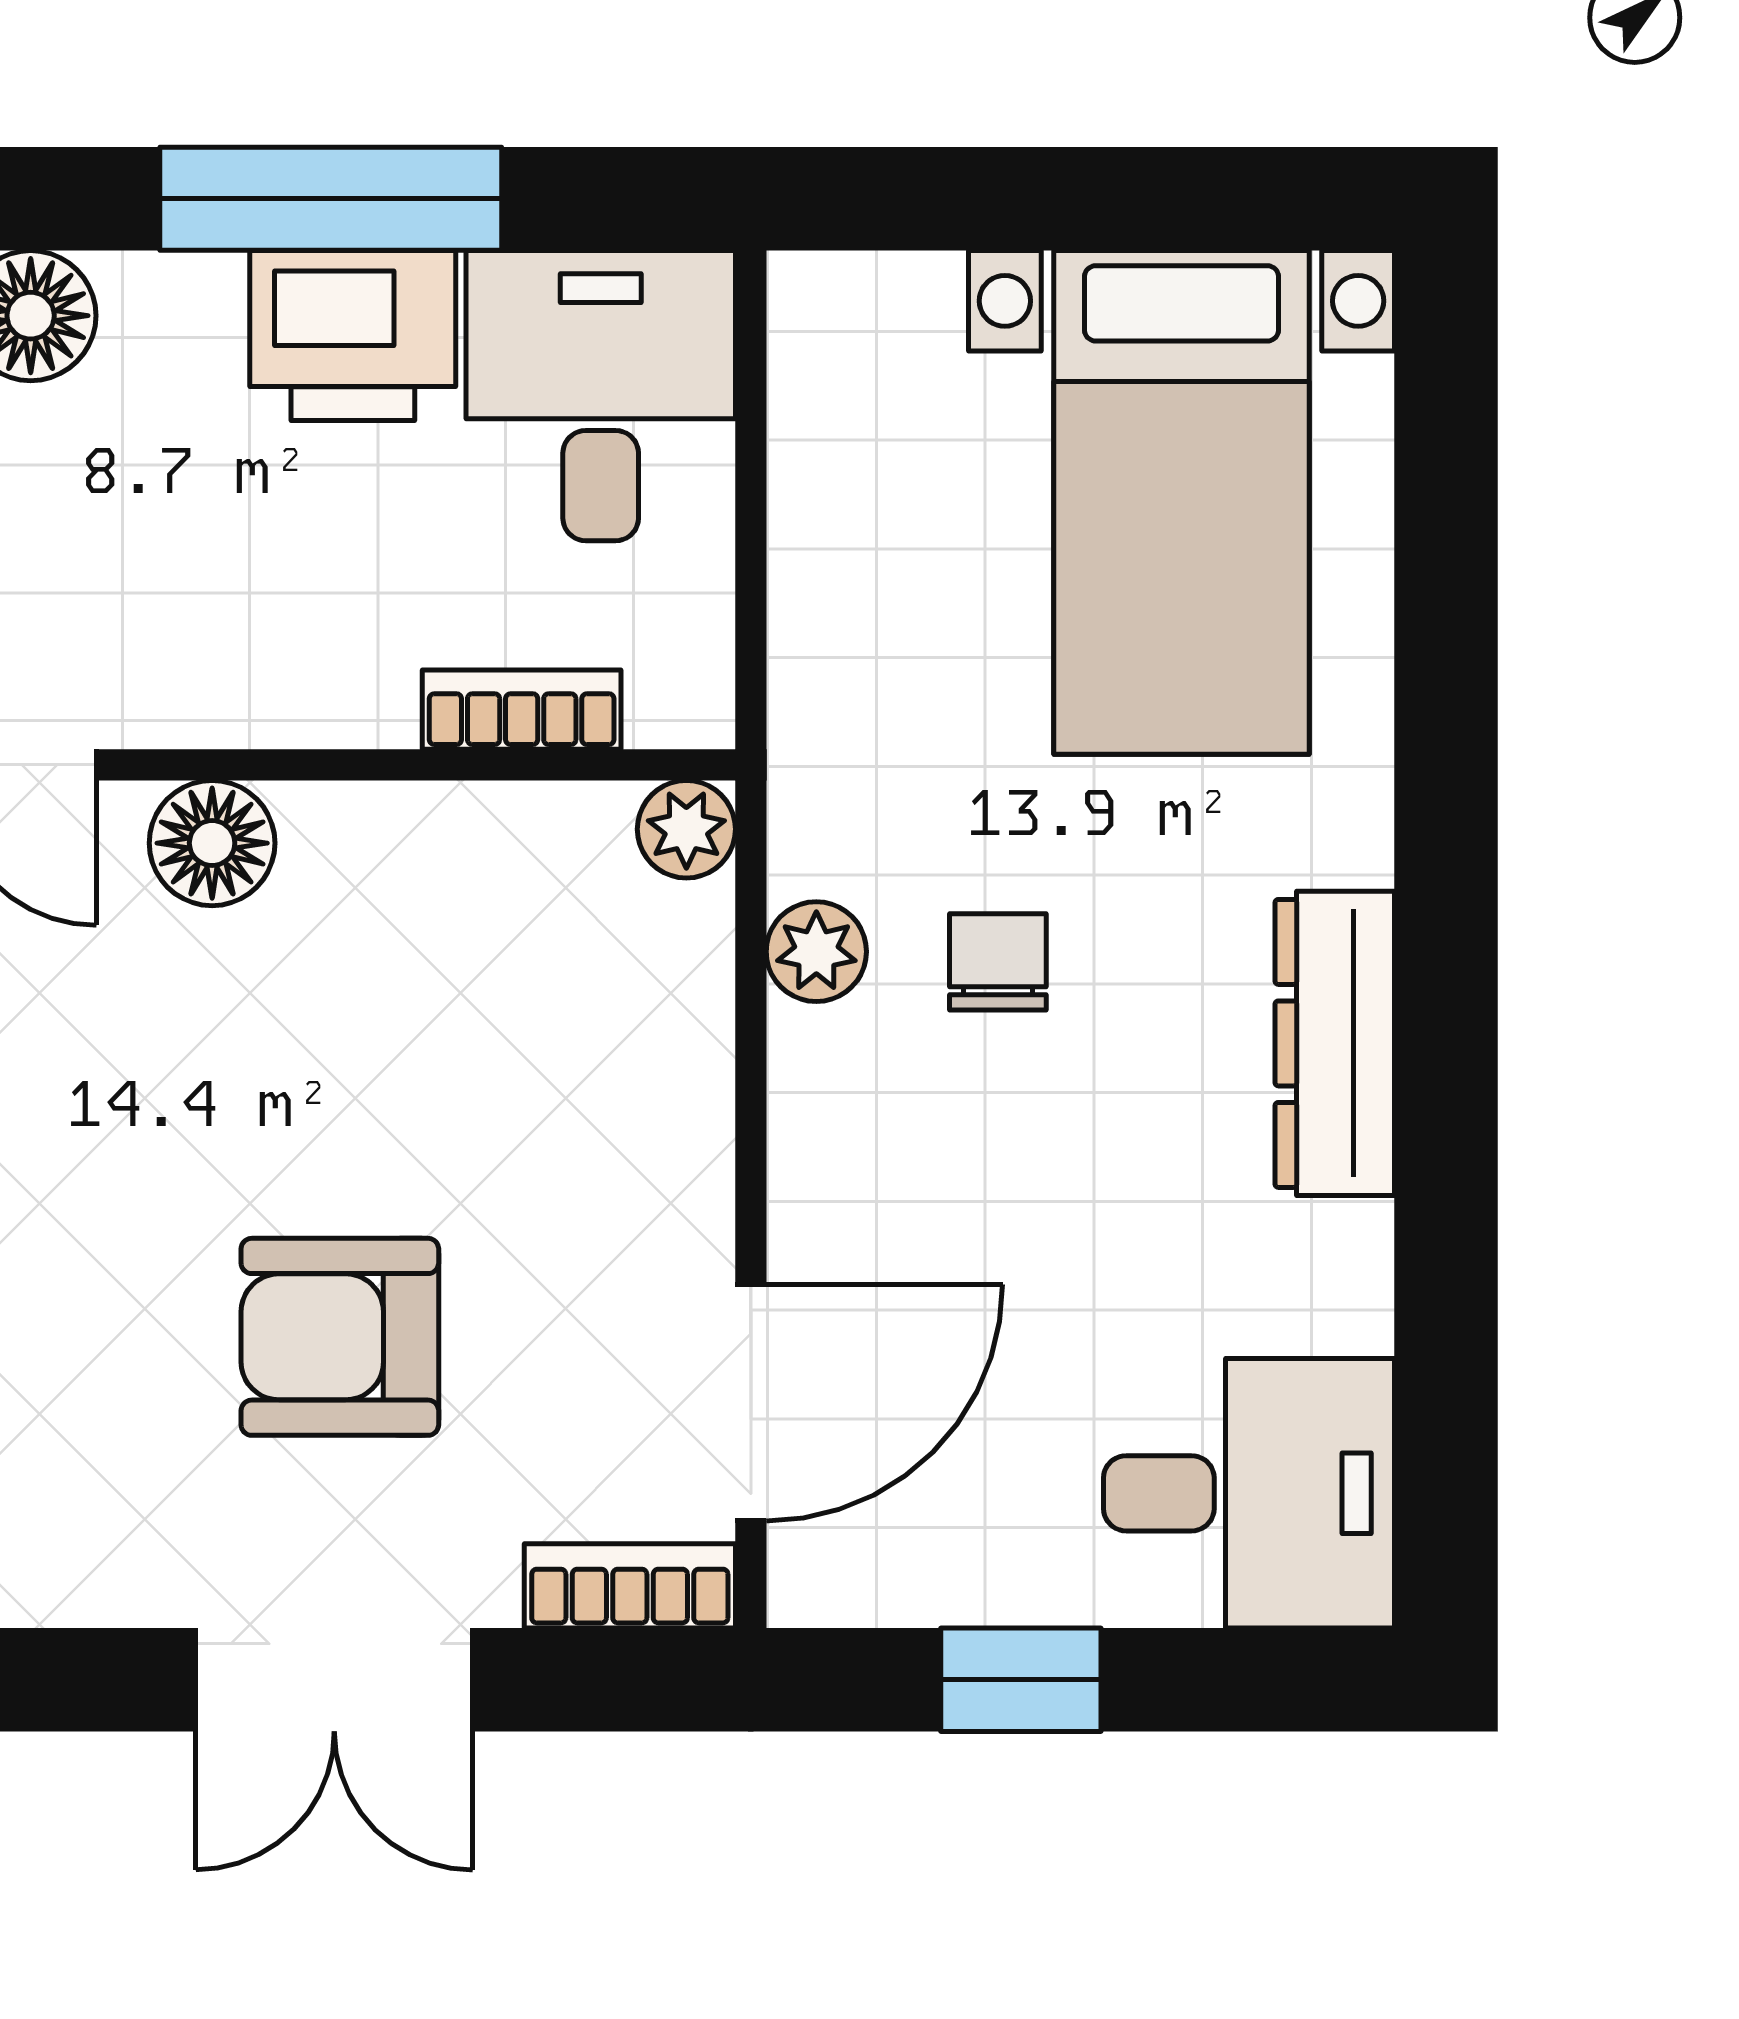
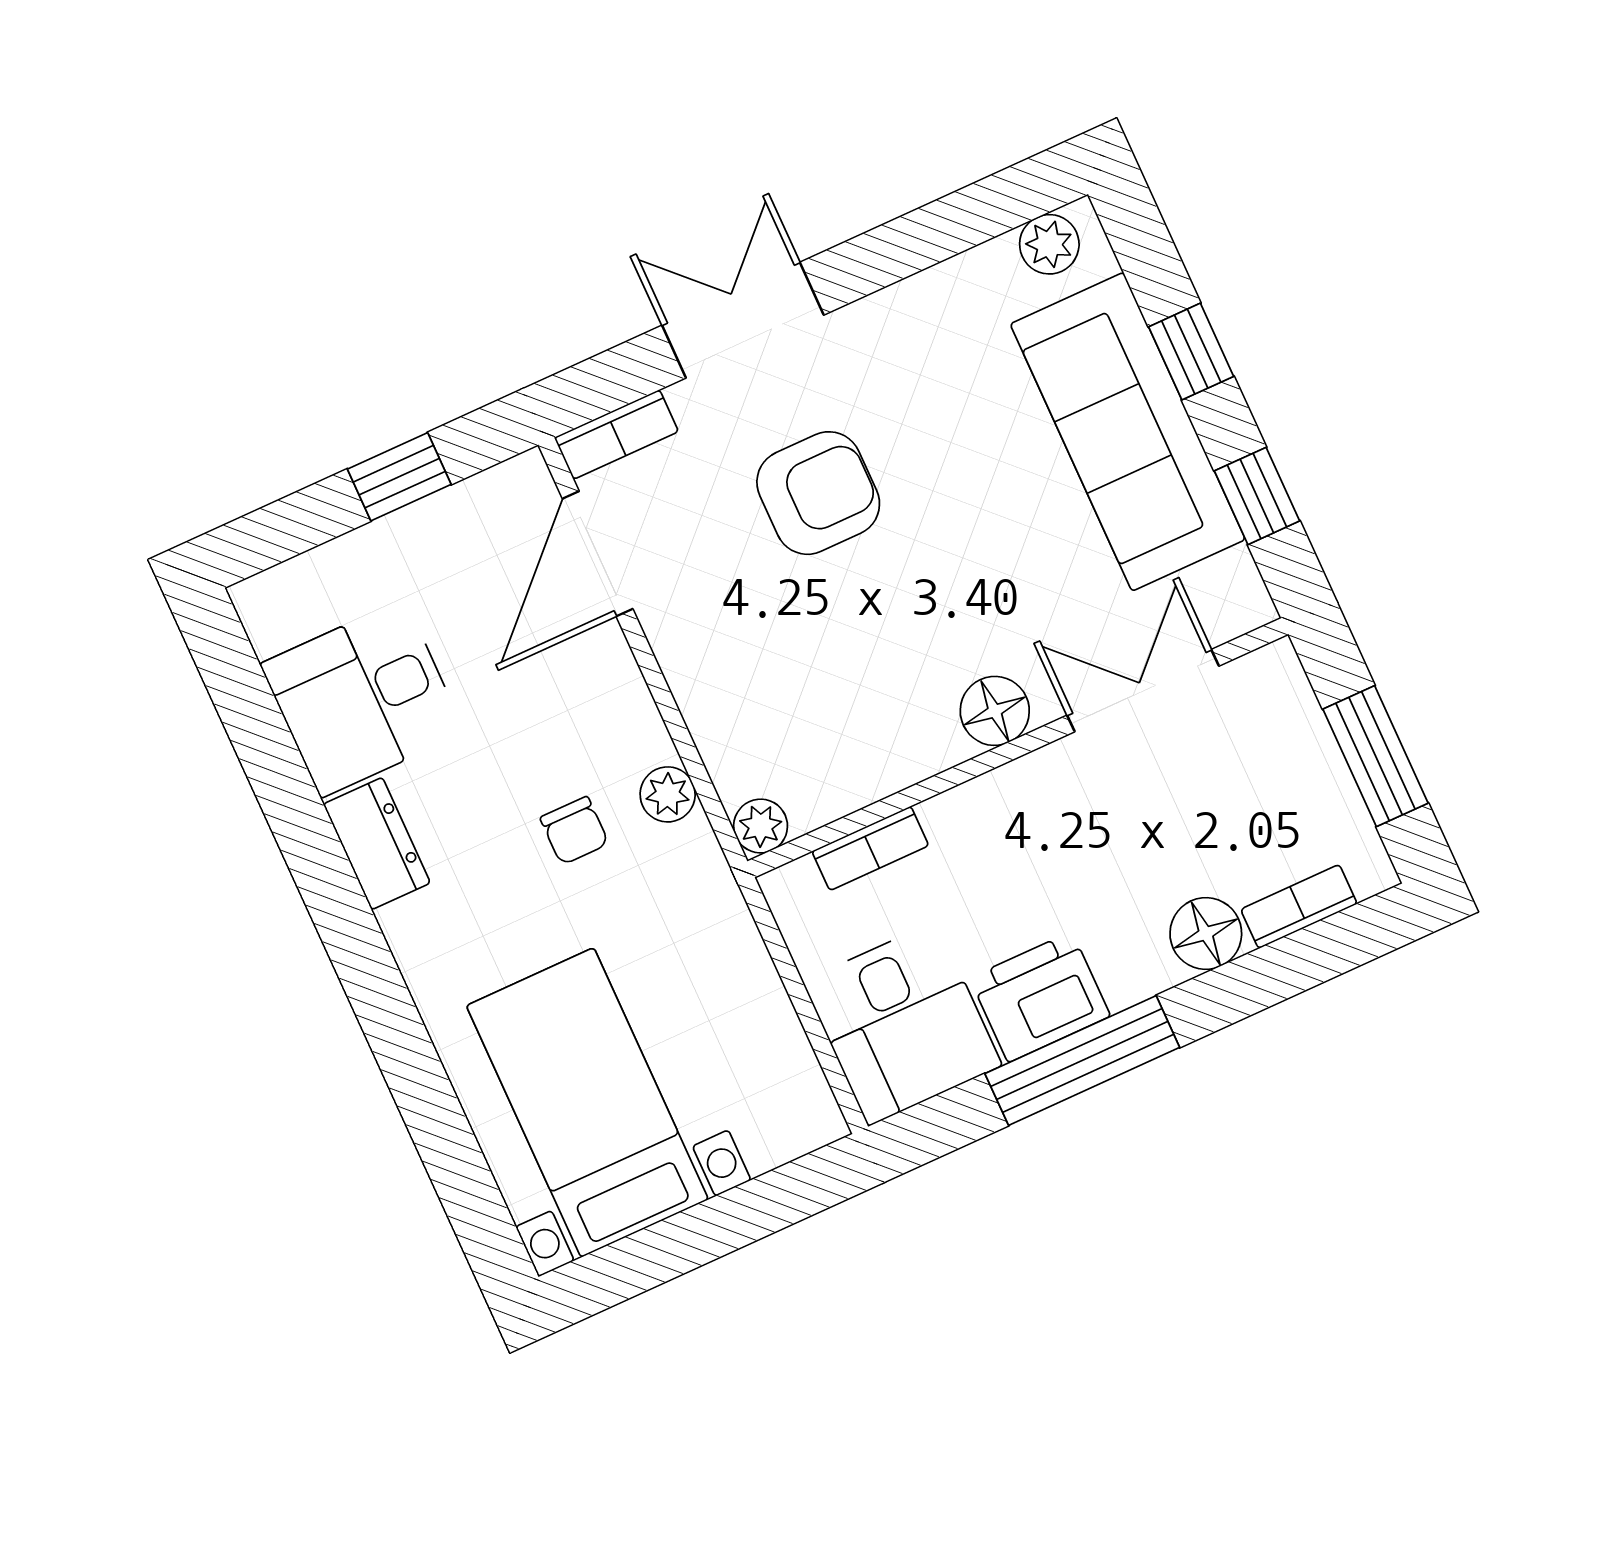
dresser: (1335, 1043) -> (377, 844), width x0.70
desk: (1249, 1493) -> (362, 698), moved

